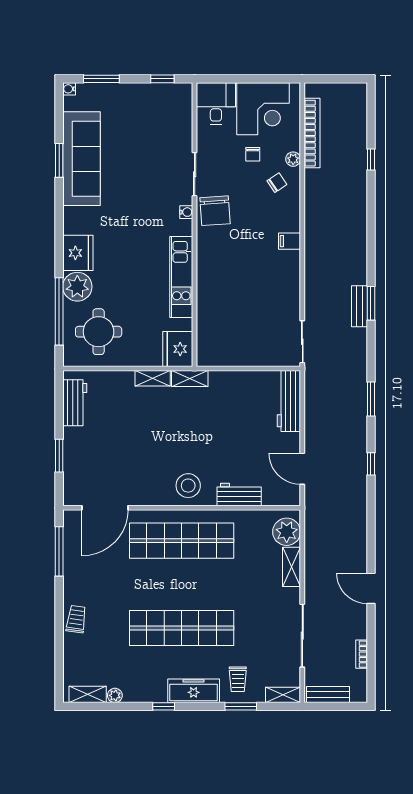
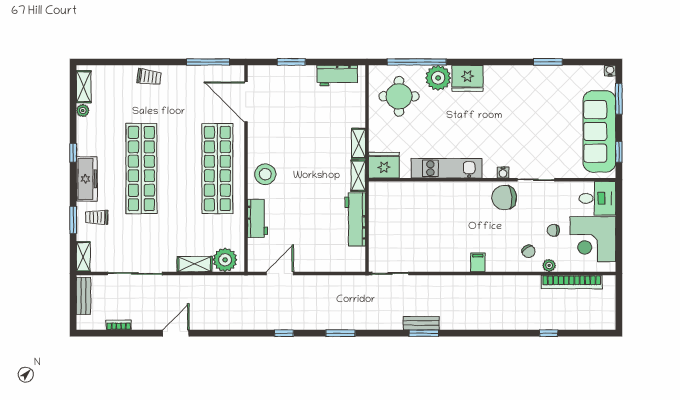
sofa: (81, 159) -> (599, 131), moved, turned 90
workbench: (289, 401) -> (355, 219), moved, turned -90

